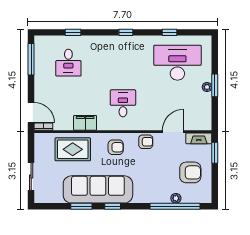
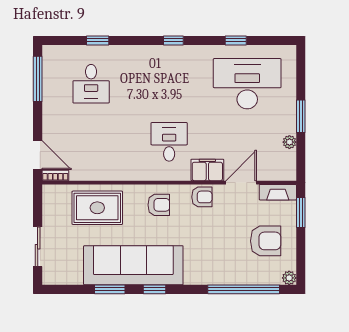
plant: (207, 87) -> (289, 142), moved
filing cabinet: (85, 123) -> (207, 170), moved
plant: (176, 198) -> (289, 278), moved

